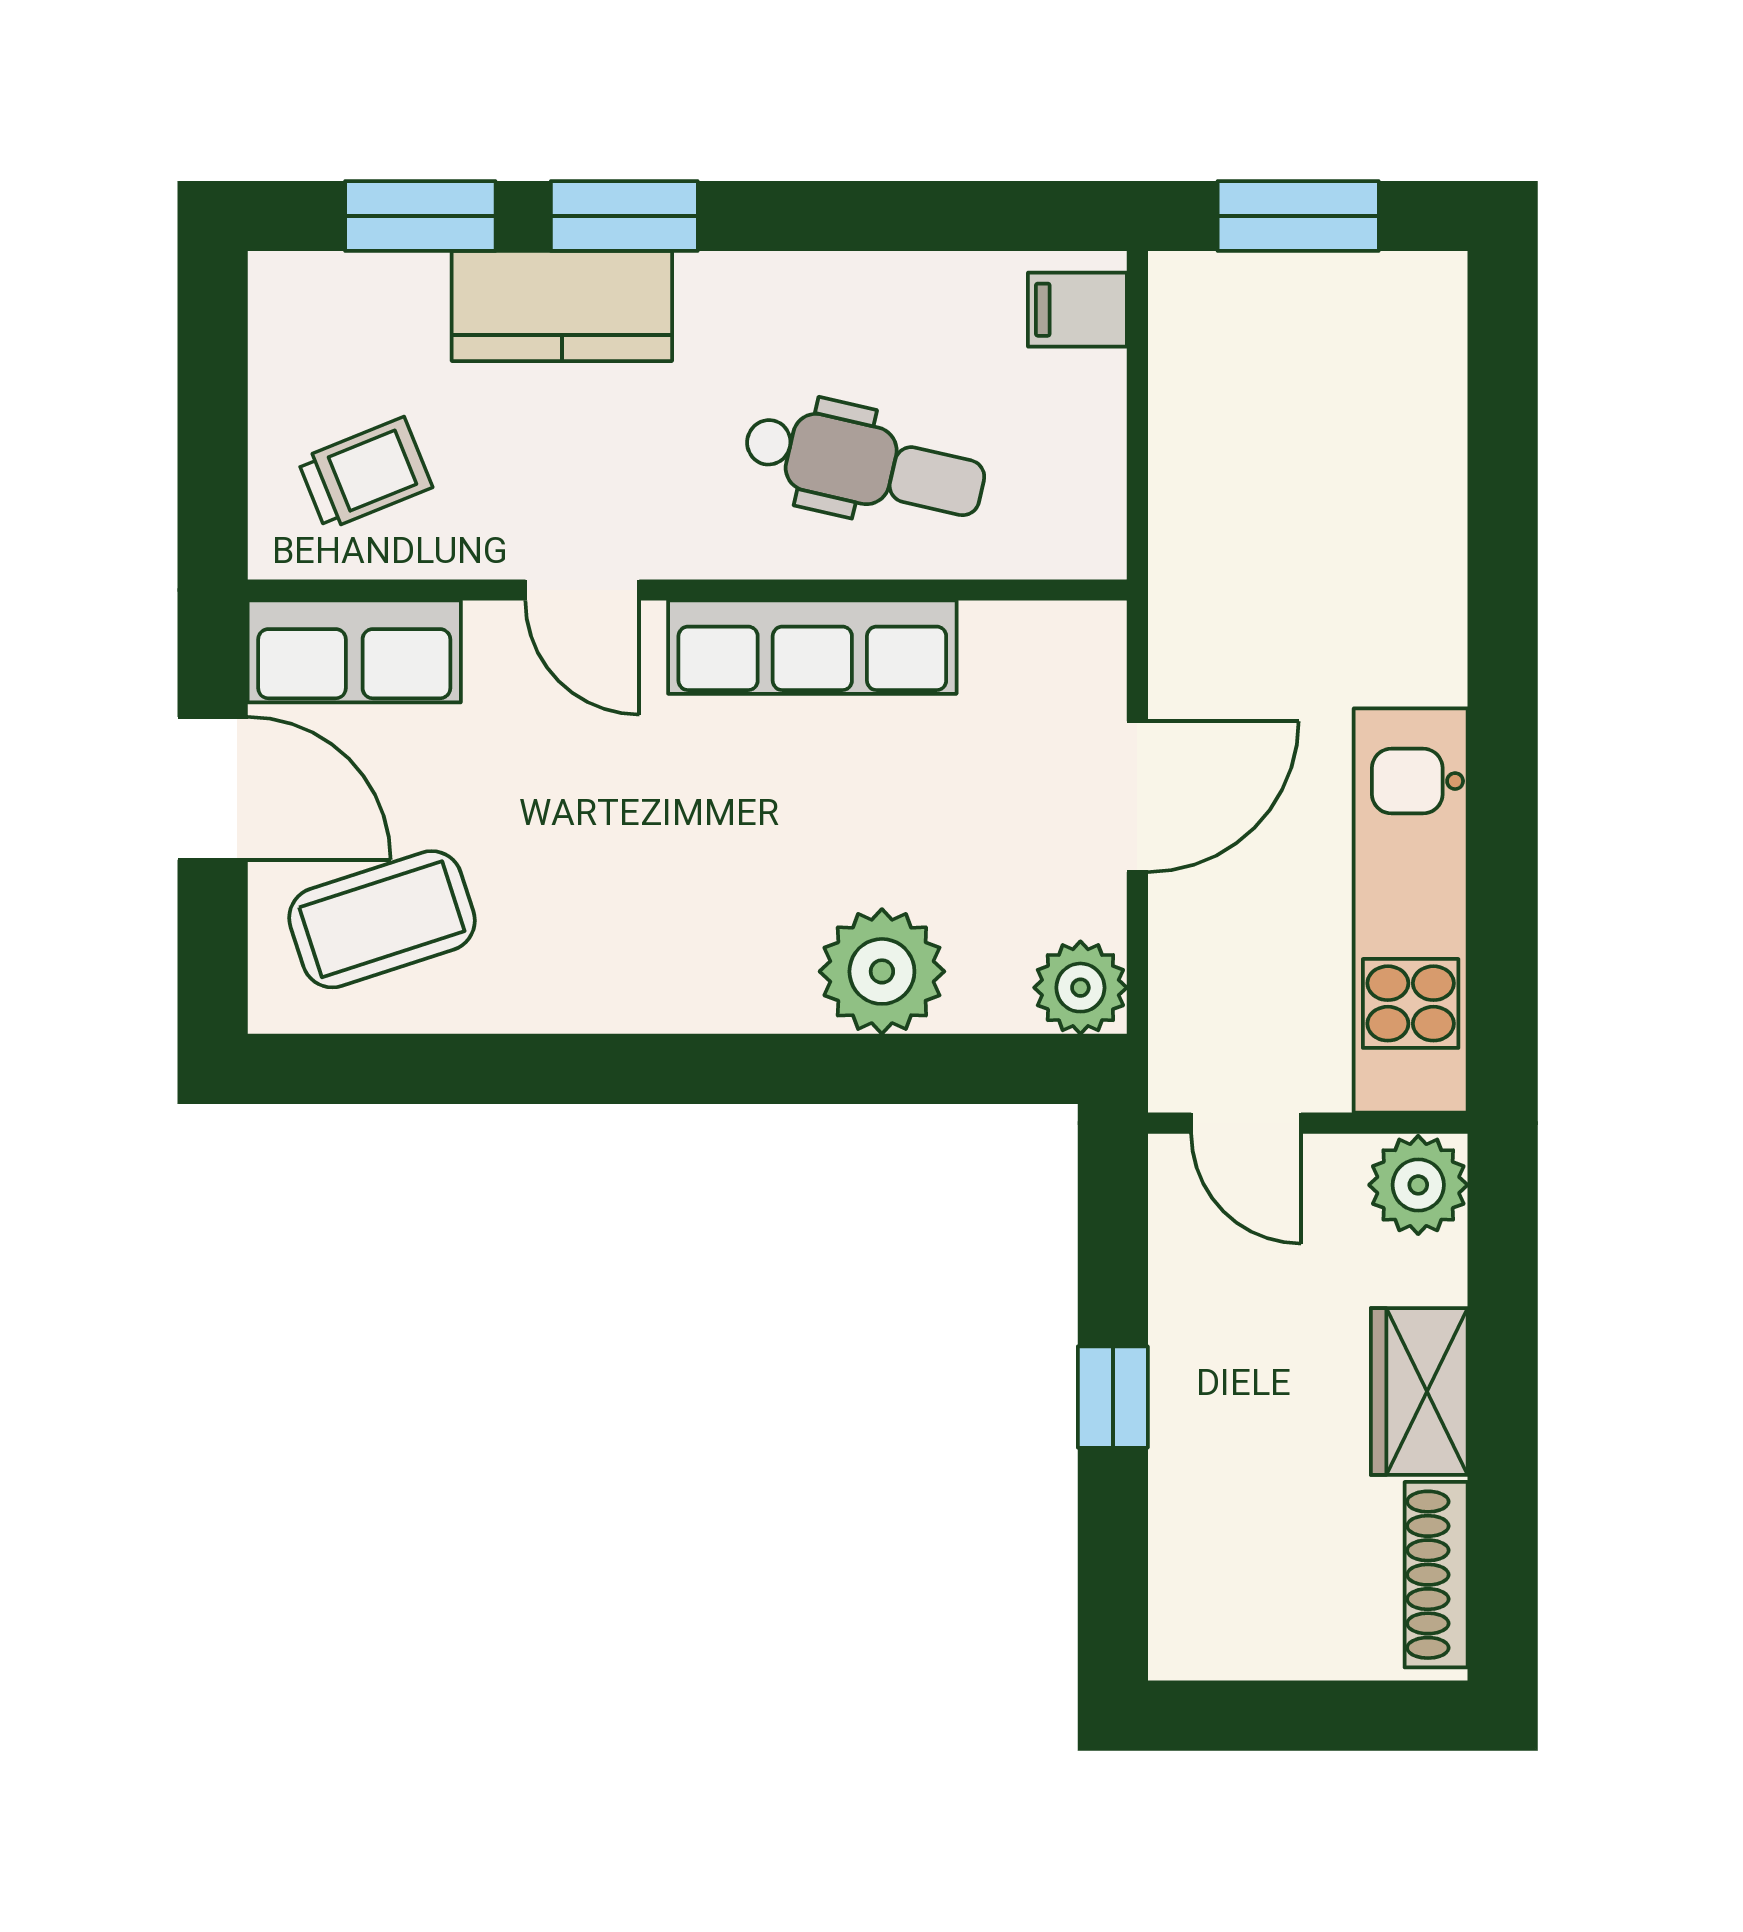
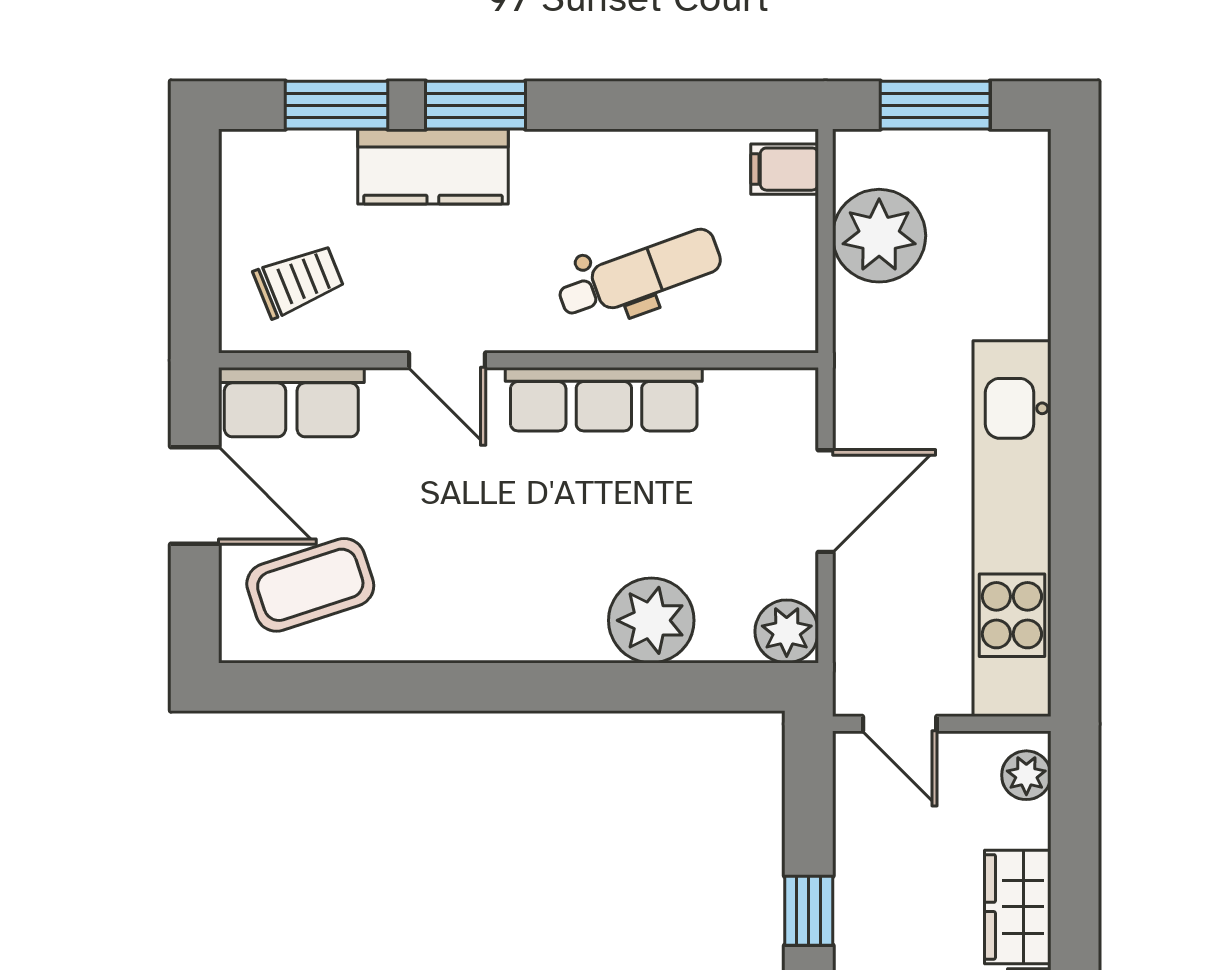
plant: (1216, 407) -> (879, 236), added
dental chair: (865, 464) -> (639, 275), turned -33
kitchen unit: (1411, 910) -> (1012, 529), width x1.36
plant: (1418, 1185) -> (1026, 775), width x0.73, depth x0.73

